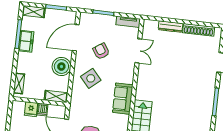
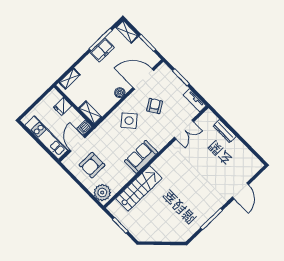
shoe rack: (199, 30) -> (245, 152), removed
boiler: (61, 67) -> (120, 93), width x0.54, depth x0.54
dishwasher: (43, 110) -> (84, 128), moved

